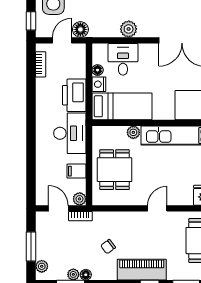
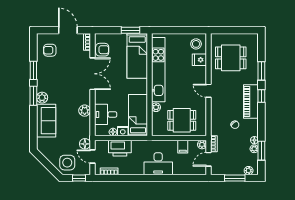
printer: (74, 95) -> (120, 148), moved
desk: (70, 133) -> (158, 164), moved, turned 180

